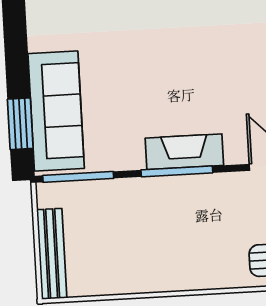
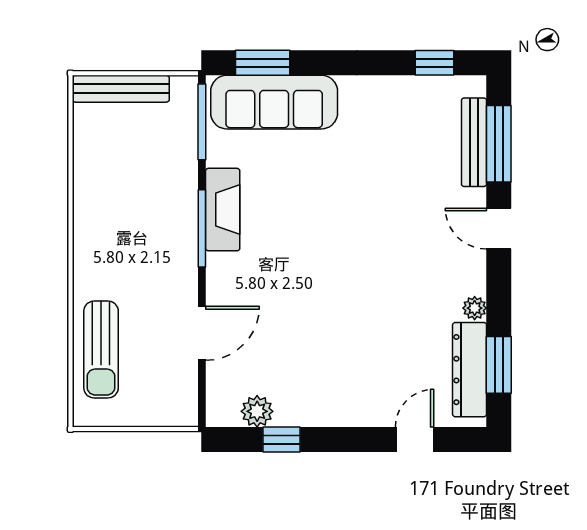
fireplace: (184, 152) -> (223, 210), moved

